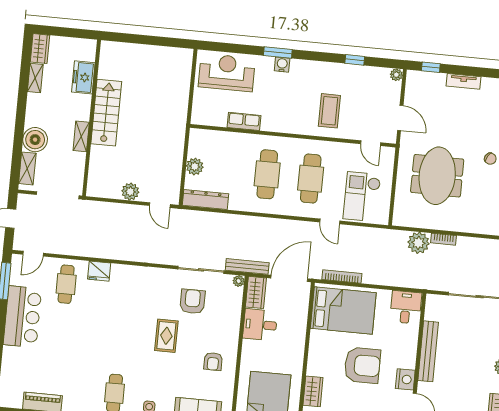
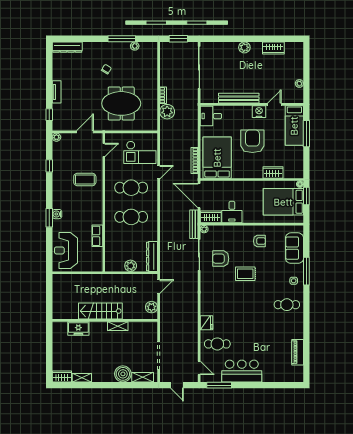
freezer: (83, 77) -> (78, 329), moved
stairs: (106, 113) -> (100, 311), moved
wall: (92, 118) -> (105, 320), moved
shelving: (81, 136) -> (118, 326), moved

